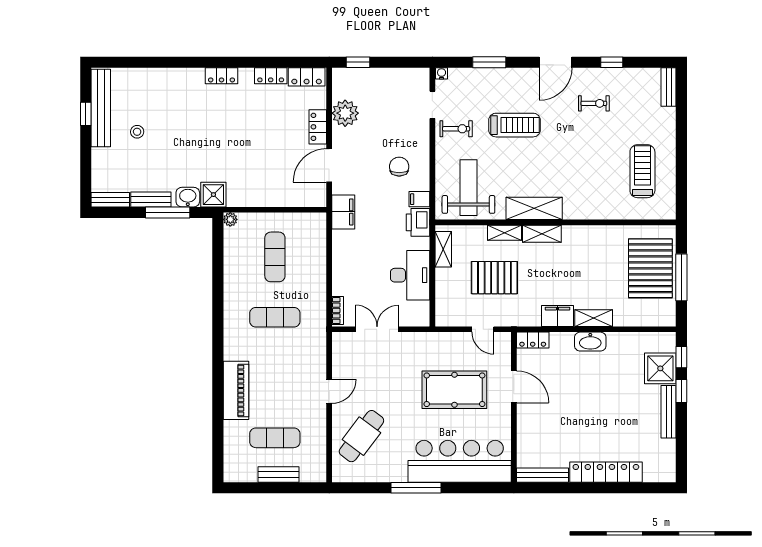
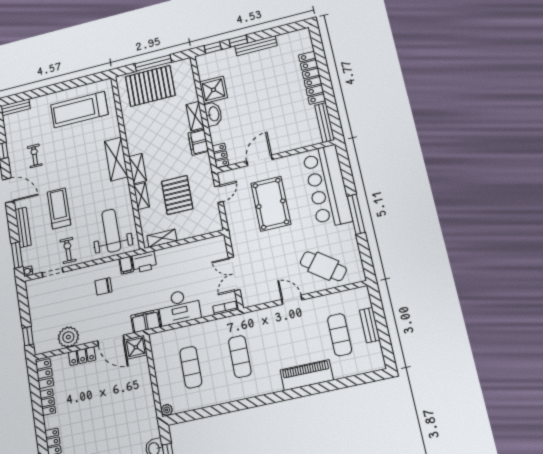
window: (489, 62) -> (17, 255), moved
bench: (501, 75) -> (23, 227), added
treadmill: (642, 171) -> (79, 110), width x1.37, depth x1.38
weight bench: (468, 188) -> (111, 231), turned 90
shower: (213, 195) -> (136, 347), moved
shelving: (534, 208) -> (116, 159), moved
exercise mat: (275, 257) -> (191, 367), turned 90
desk: (410, 275) -> (179, 307), moved, turned 180
shower: (660, 368) -> (213, 90), moved

